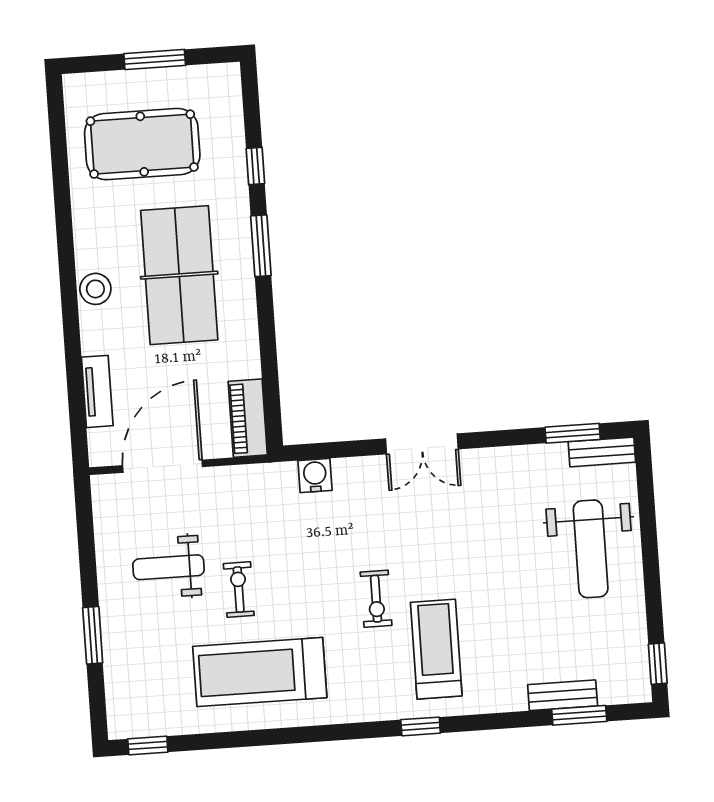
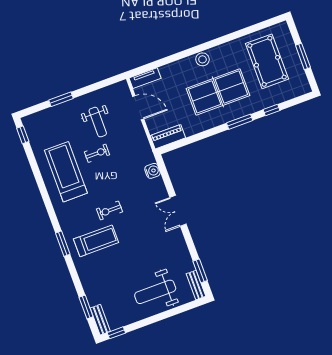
tv unit: (97, 391) -> (145, 78), moved
door: (163, 466) -> (138, 108), width x0.73
weight bench: (168, 567) -> (98, 122), turned 180
bench: (563, 695) -> (100, 320), moved
window: (421, 726) -> (63, 244), width x1.50

